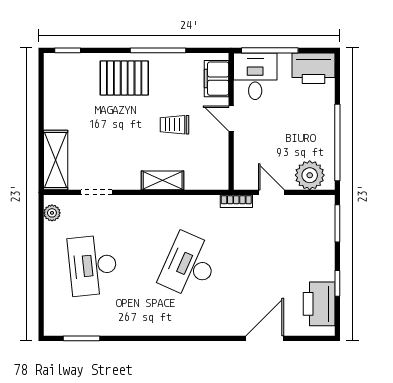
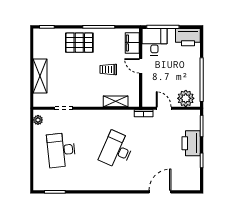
shelving: (56, 160) -> (40, 76), moved
shelving: (163, 180) -> (116, 101), moved
printer: (319, 304) -> (191, 143), moved

